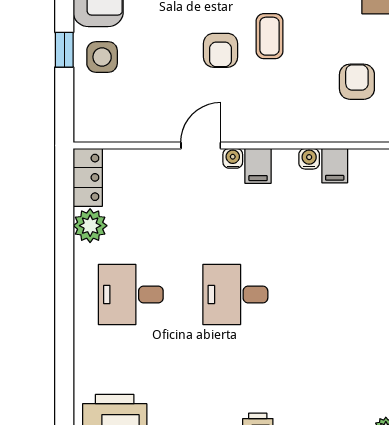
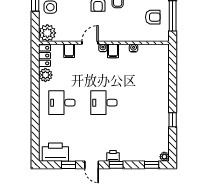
armchair: (357, 82) -> (153, 17), turned 90
plant: (95, 121) -> (47, 33), added
filing cabinet: (335, 166) -> (69, 51), moved

